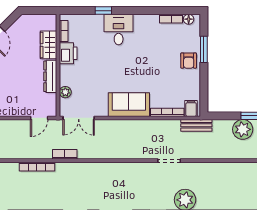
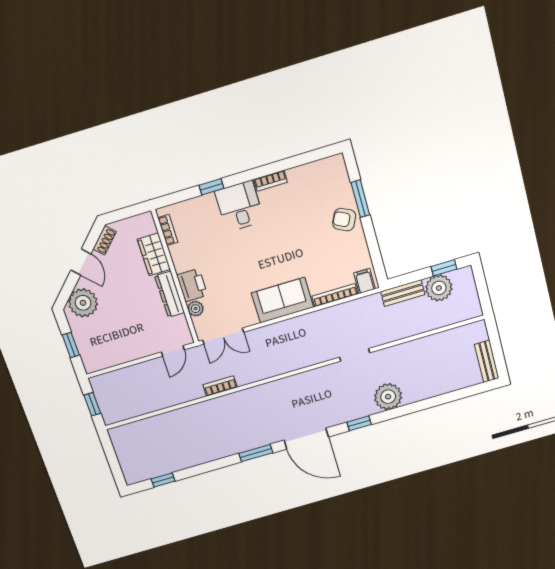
bookcase: (171, 19) -> (271, 181), moved
floor lamp: (189, 19) -> (329, 164), removed
shoe rack: (18, 25) -> (105, 240), added
printer: (68, 53) -> (192, 285), moved
armchair: (189, 61) -> (344, 220), turned 116
bench: (196, 125) -> (403, 293), moved
bookcase: (37, 167) -> (190, 411), removed

